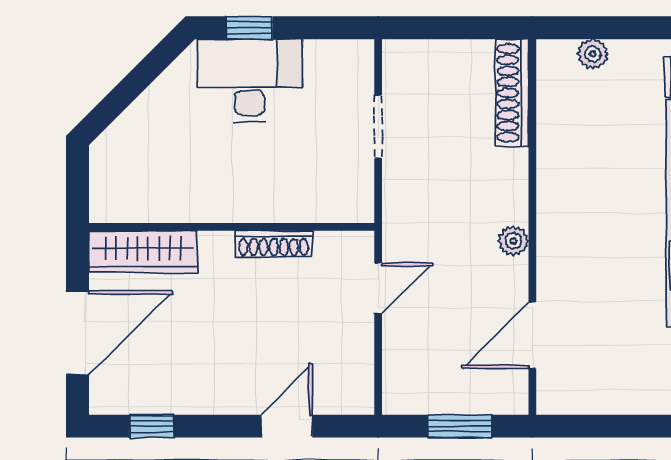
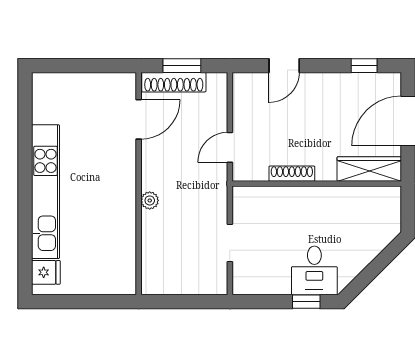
plant: (593, 54) -> (103, 286), removed
desk: (250, 80) -> (314, 270), width x0.73
shoe rack: (512, 93) -> (174, 82), moved, turned 90
plant: (514, 241) -> (150, 200), moved

